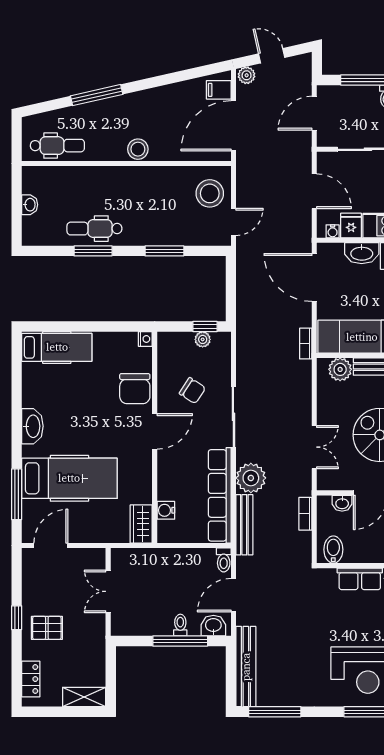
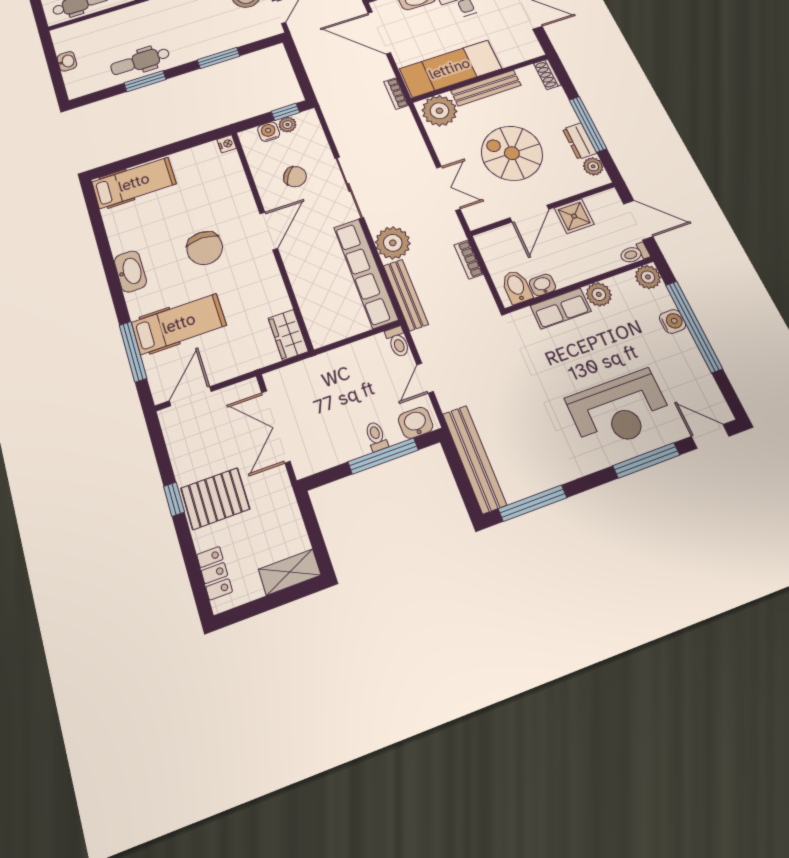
plant: (340, 369) -> (439, 111), width x1.36, depth x1.36
chair: (135, 389) -> (205, 248), moved
hospital bed: (69, 478) -> (179, 324), width x0.73, depth x0.78
washbasin: (342, 503) -> (542, 285), moved, turned 180
water cooler: (166, 510) -> (269, 132), moved, turned 90
double door: (108, 591) -> (276, 427), width x1.37
door: (233, 595) -> (425, 378), width x0.73
pallet: (47, 628) -> (215, 499), width x1.50, depth x1.42

